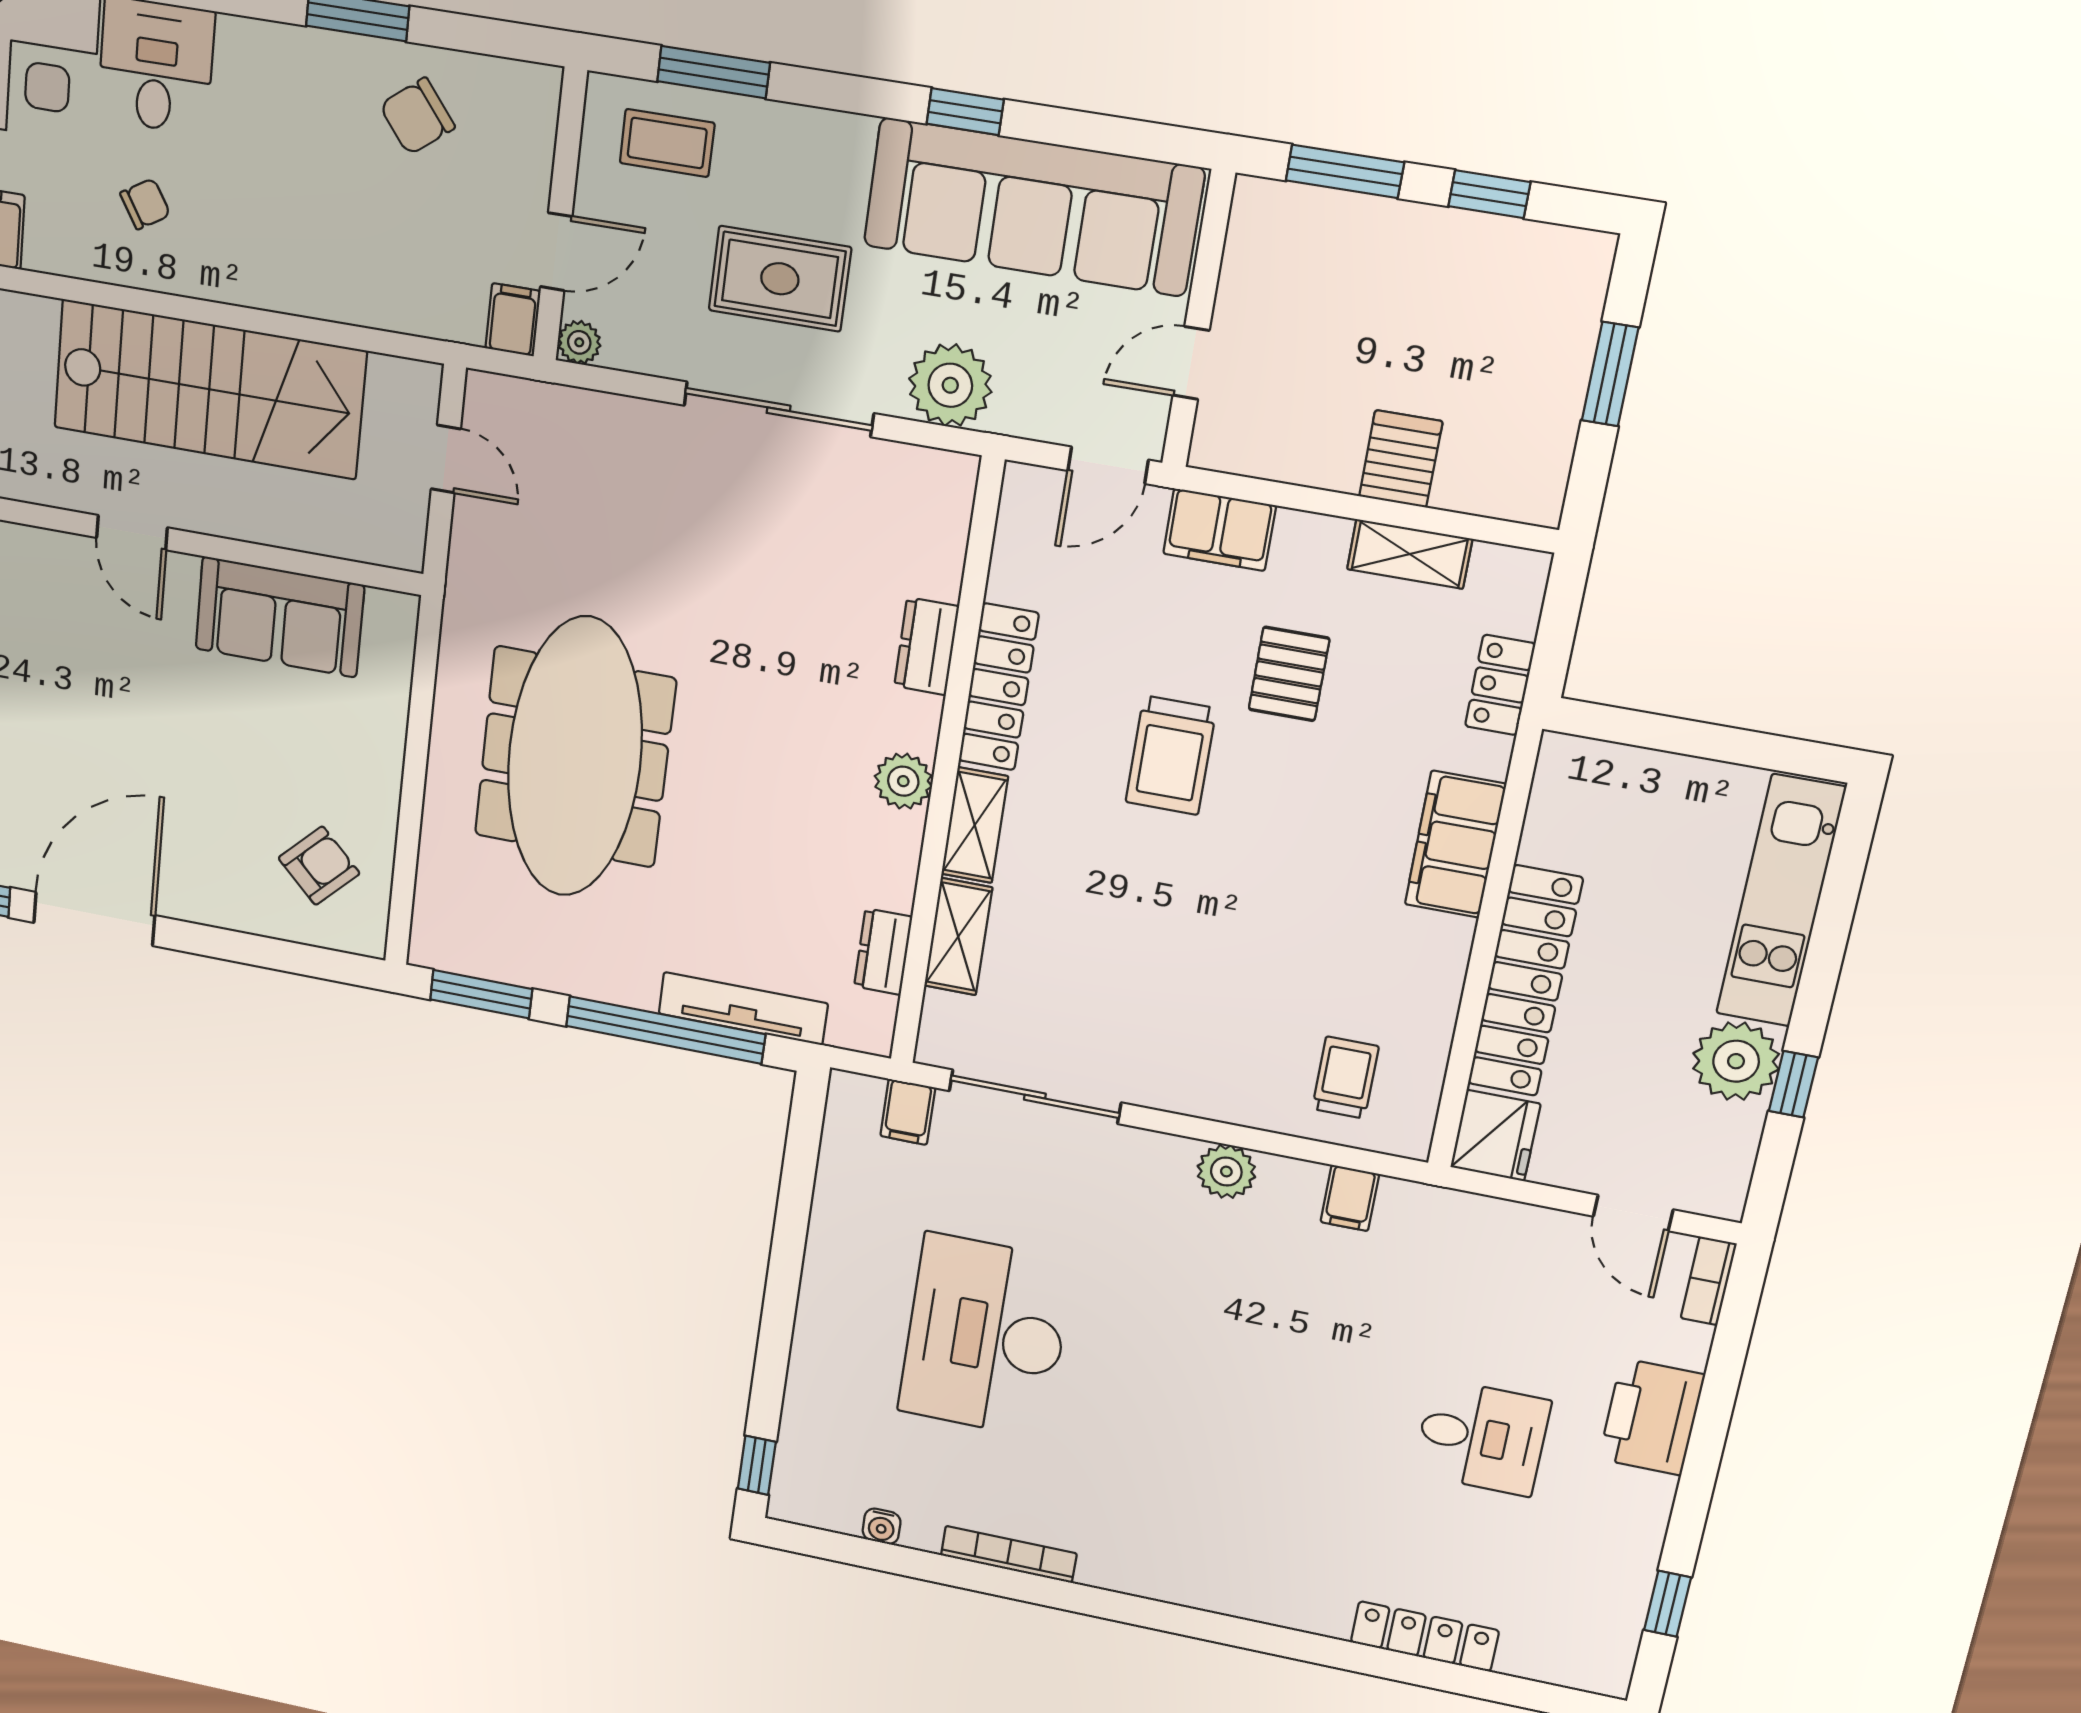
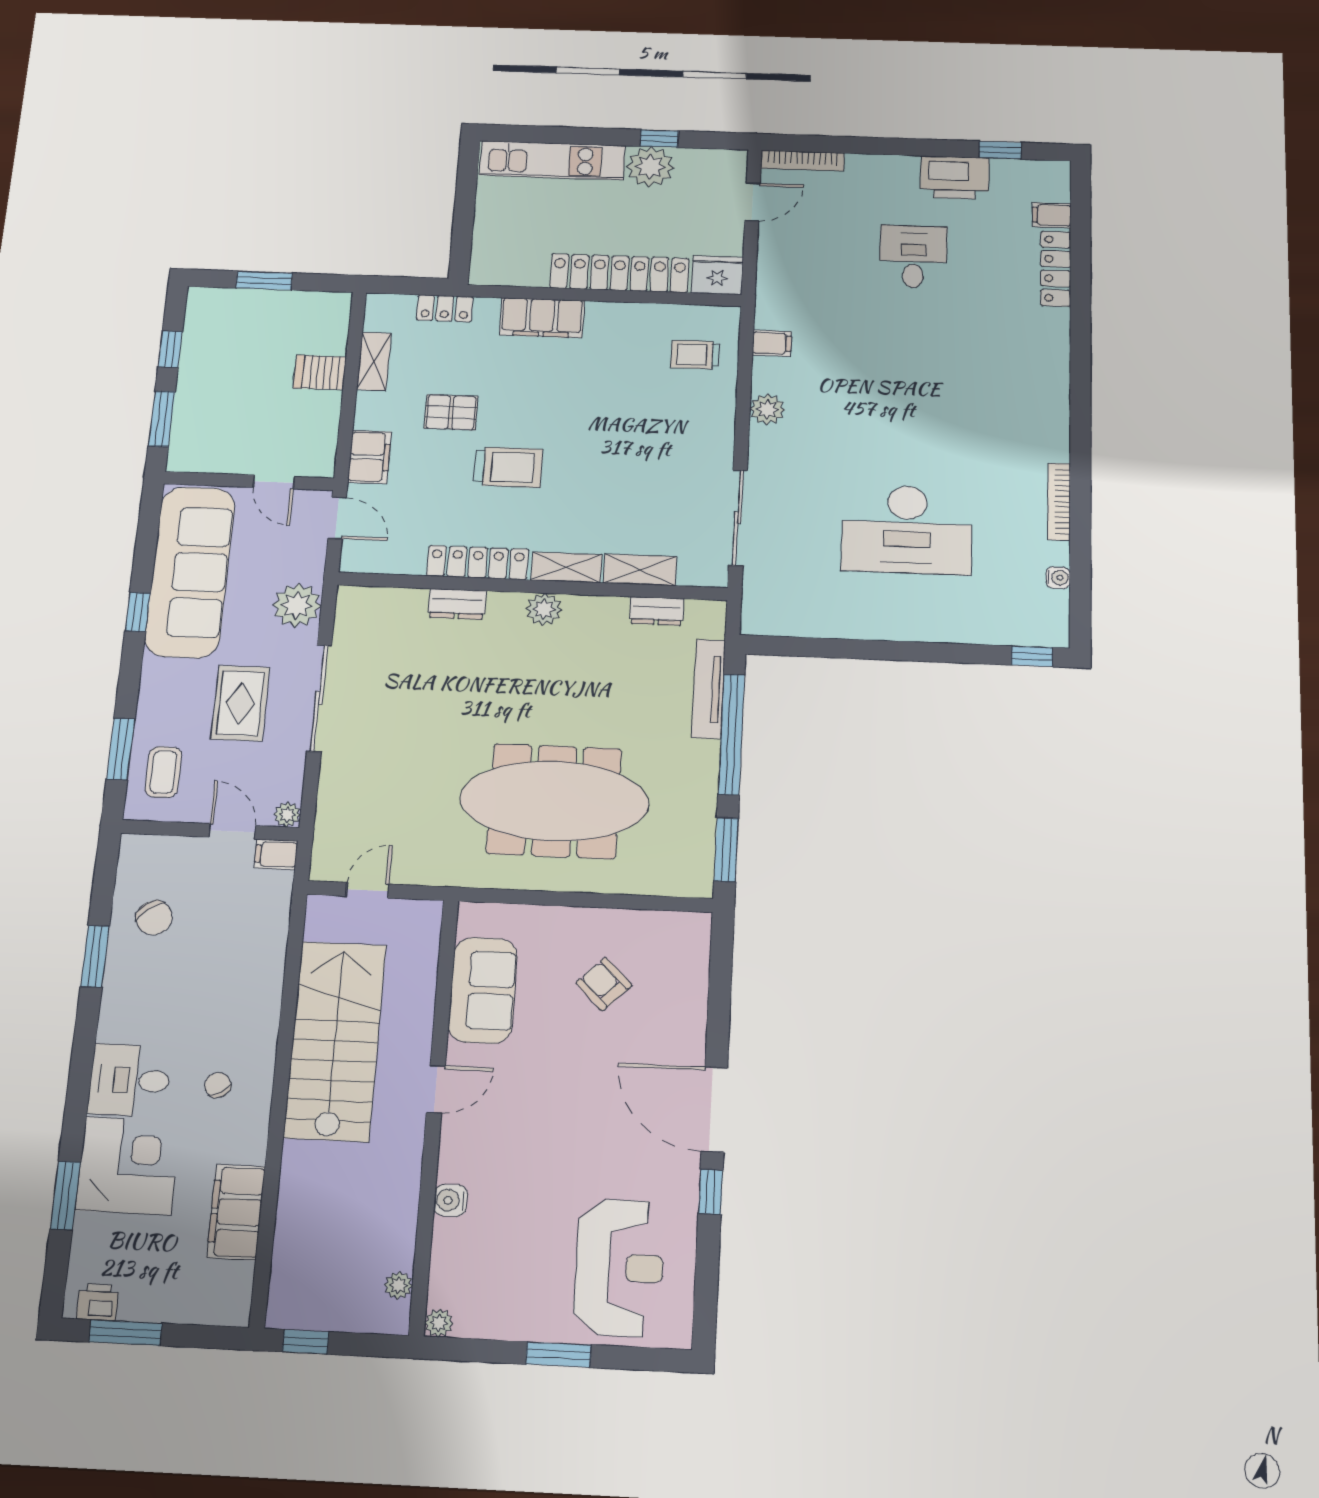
armchair: (319, 866) -> (604, 984), moved
filing cabinet: (908, 1112) -> (1052, 215), moved, turned 180
bookcase: (1709, 1281) -> (802, 161), width x1.56
printer: (1651, 1417) -> (955, 178), moved

